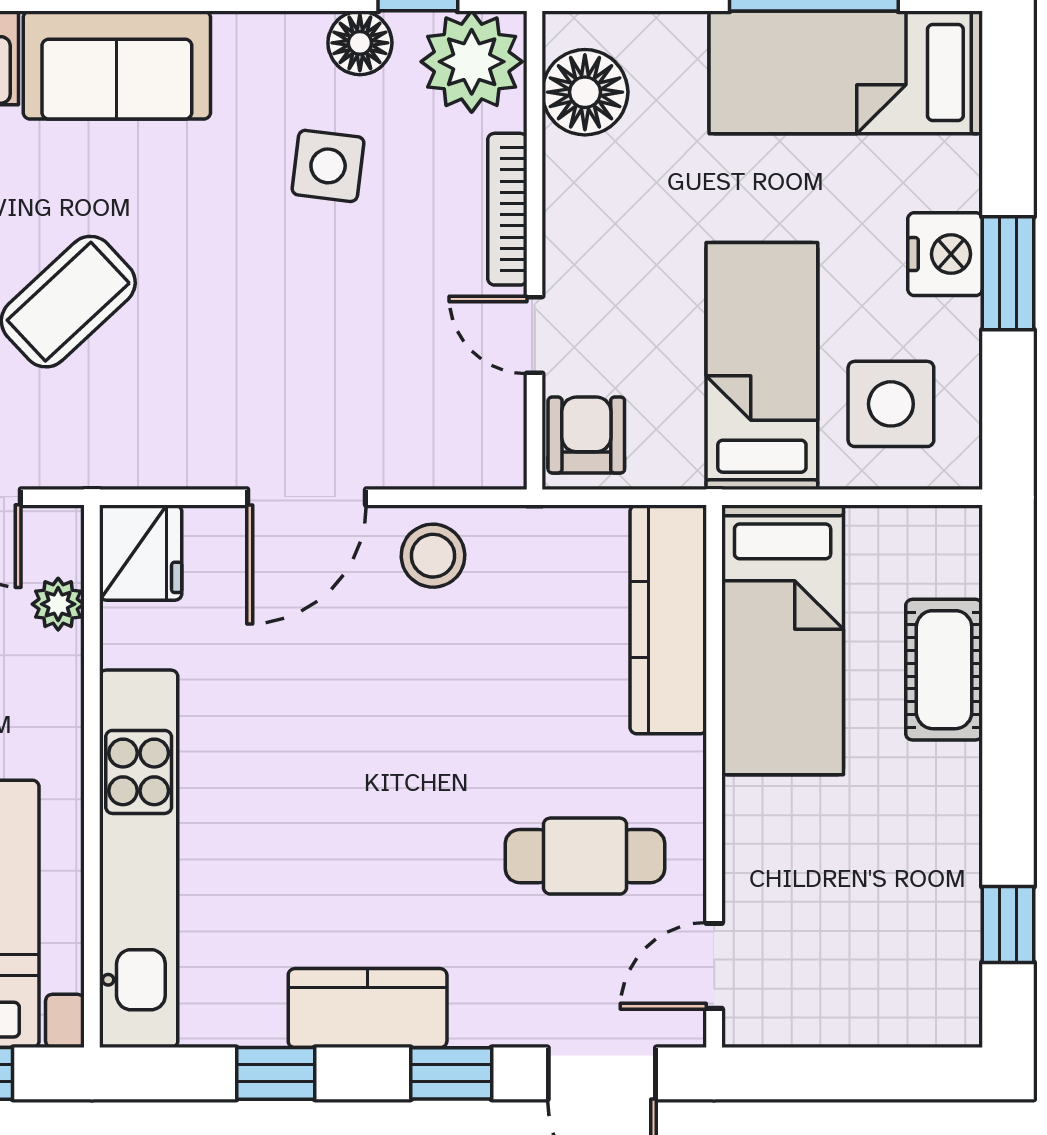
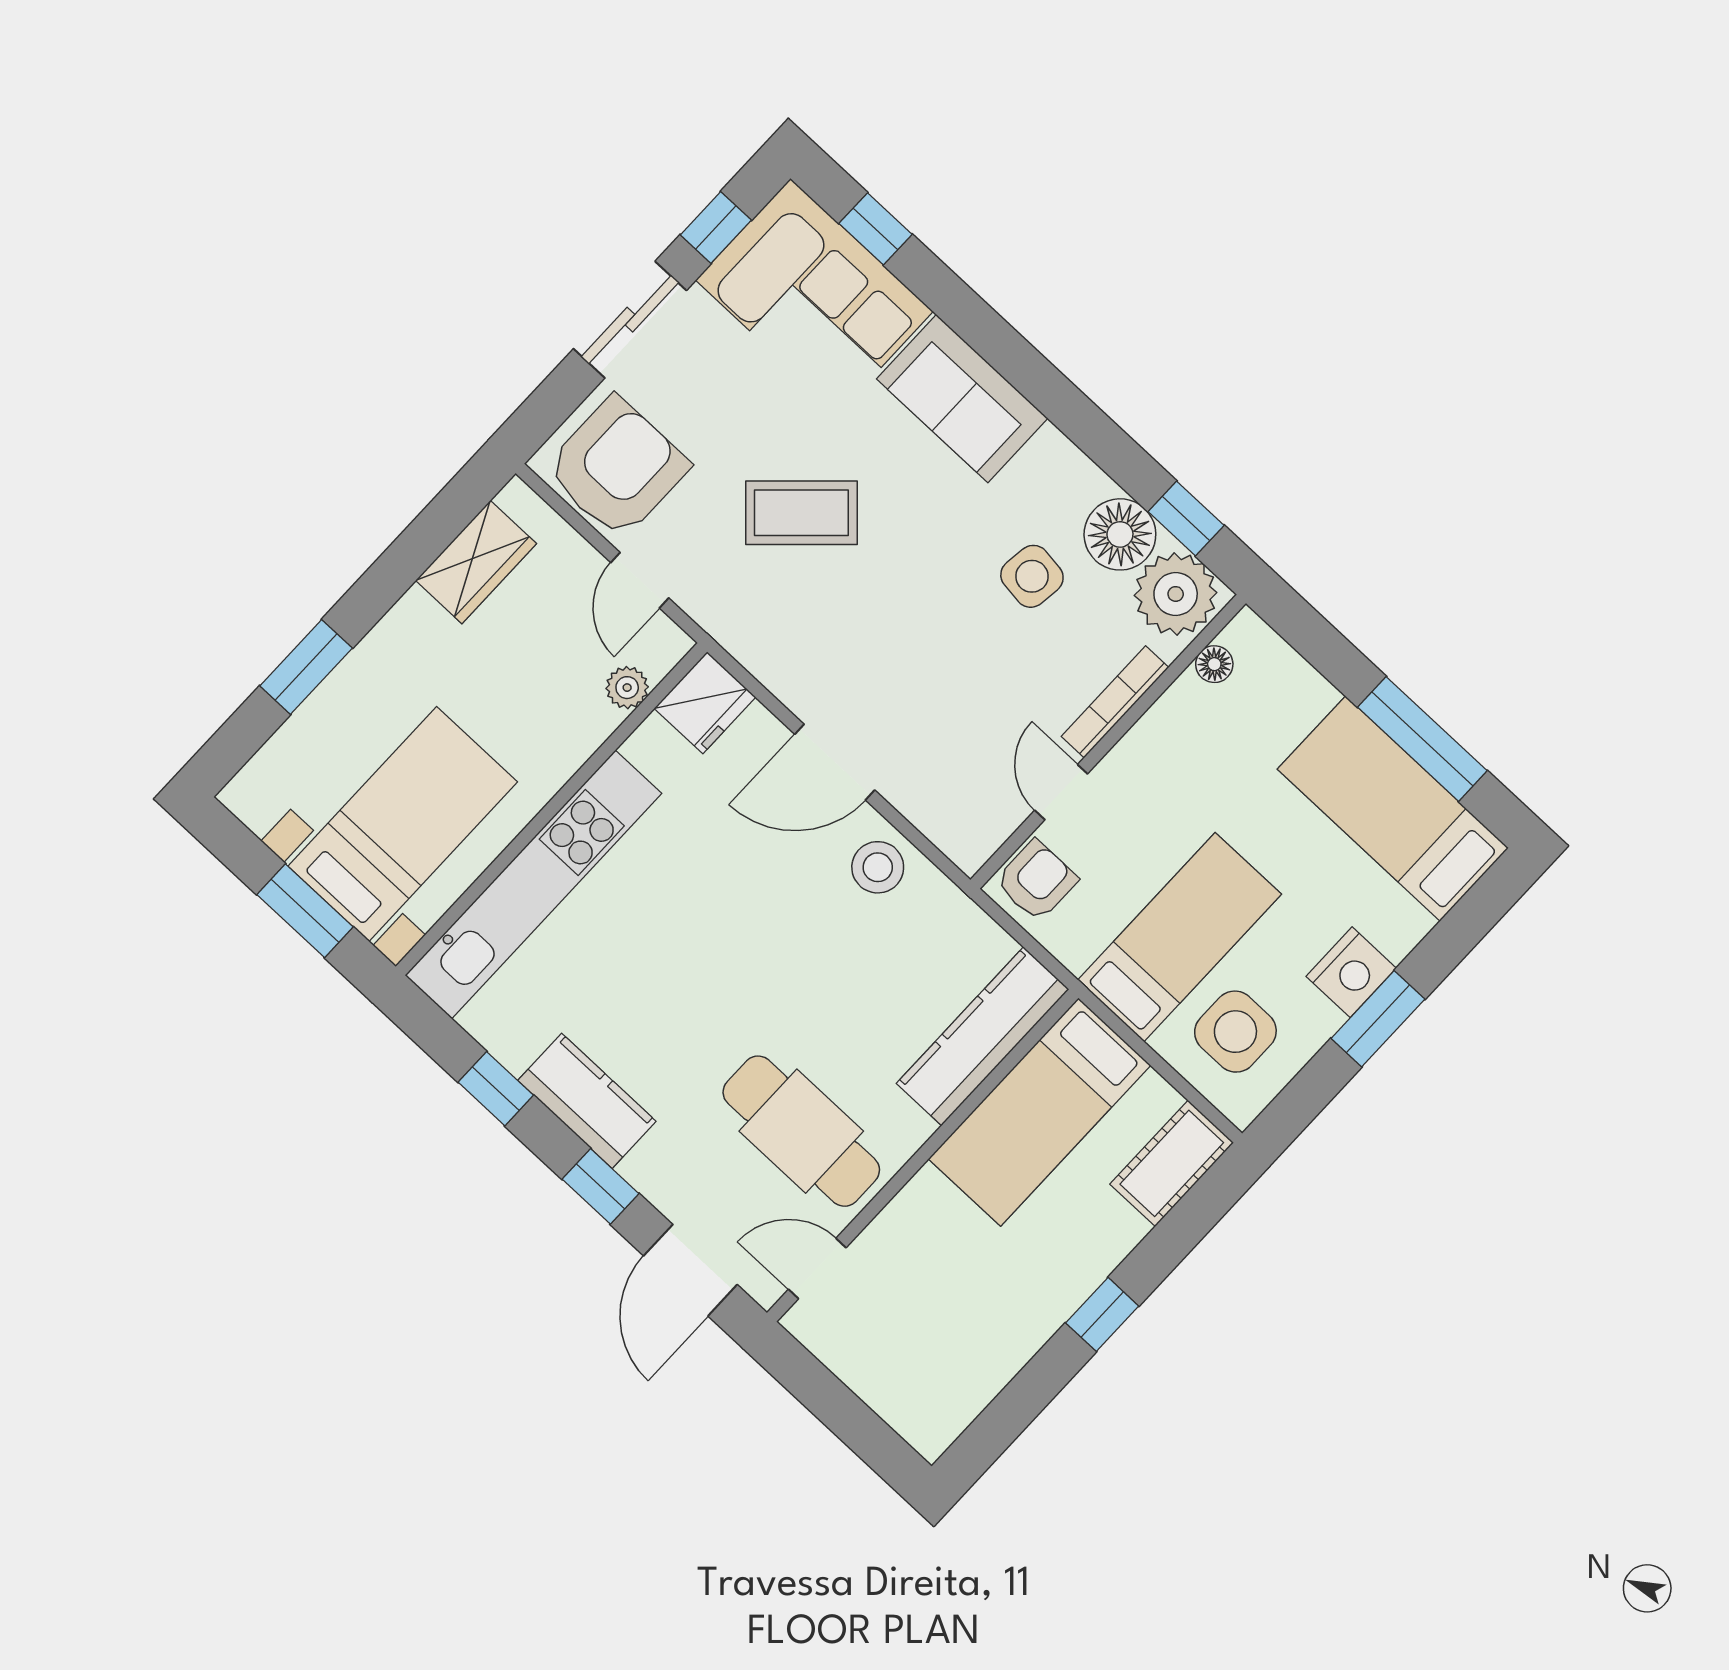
floor lamp: (360, 43) -> (1120, 534), width x1.38, depth x1.38
floor lamp: (585, 92) -> (1214, 664), width x0.53, depth x0.53
cot: (944, 670) -> (1172, 1163), moved
cafe table: (585, 856) -> (801, 1131), width x1.37, depth x1.35
window: (1008, 925) -> (1102, 1314), moved

